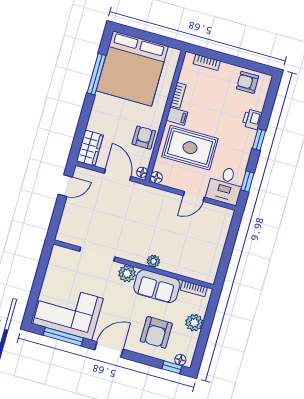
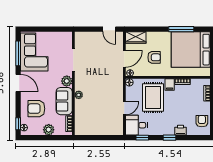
armchair: (144, 138) -> (154, 57), moved
door: (194, 196) -> (124, 108), swing flipped

